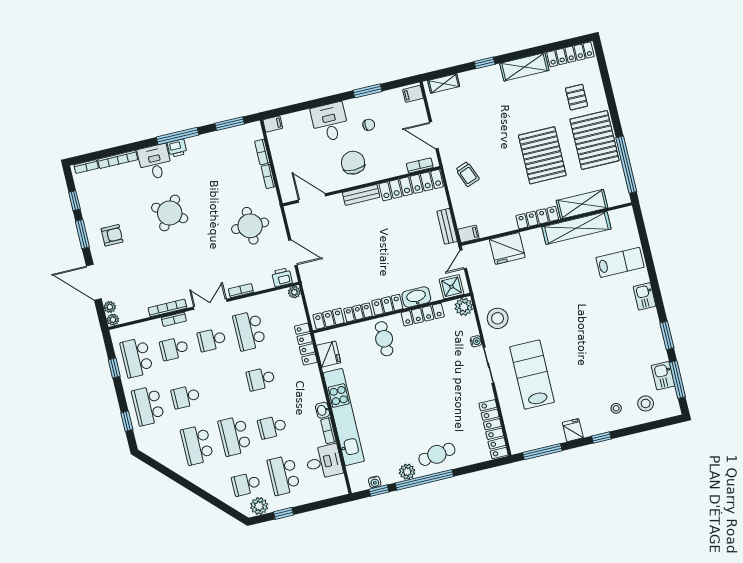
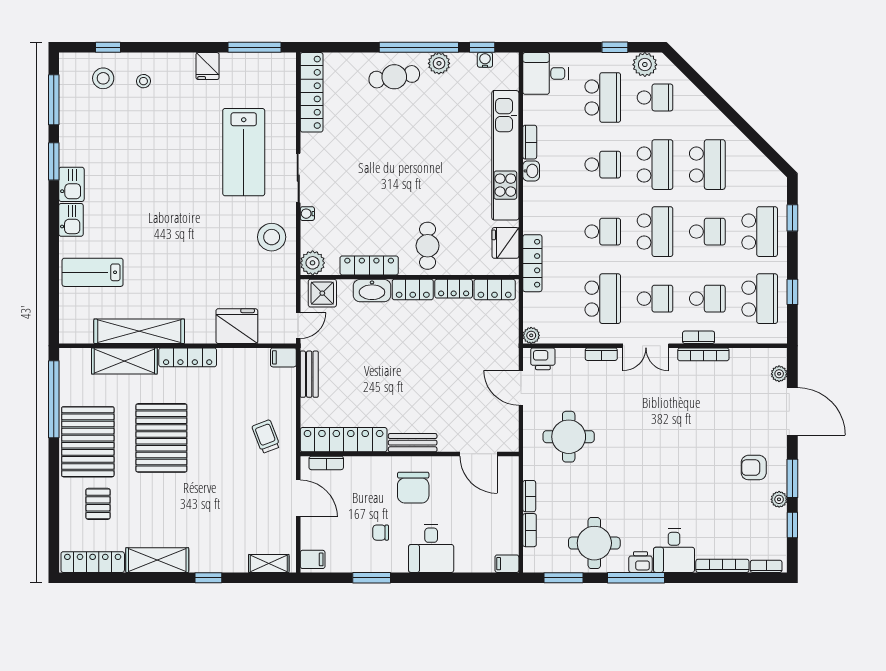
round table: (170, 213) -> (594, 543), moved, turned -35
plant: (113, 320) -> (779, 499), moved
kitchen sink: (663, 376) -> (71, 184), moved
school desk: (223, 388) -> (655, 232), added
window: (601, 438) -> (108, 47), moved
desk: (324, 462) -> (546, 73), moved

